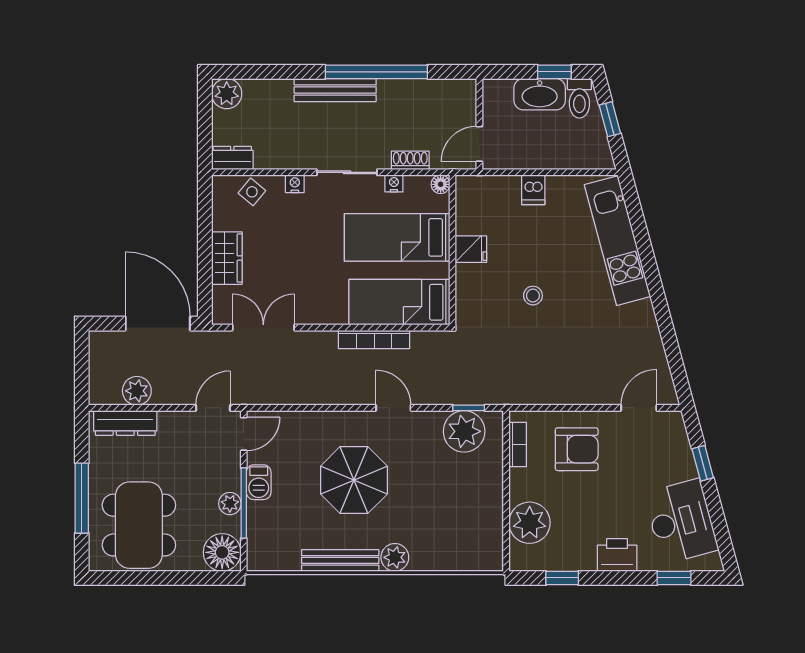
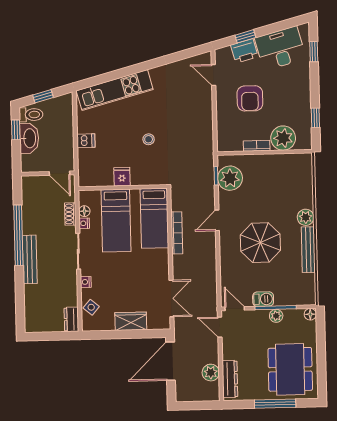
plant: (227, 94) -> (33, 324), removed
floor lamp: (441, 184) -> (84, 211), moved
double door: (263, 328) -> (171, 299), swing flipped
bookcase: (518, 445) -> (257, 146), moved
armchair: (577, 449) -> (250, 98), moved, turned 180
dining table: (139, 525) -> (290, 369), turned 90
floor lamp: (222, 552) -> (310, 314), width x0.53, depth x0.53
printer: (617, 555) -> (244, 51), moved, turned -105

